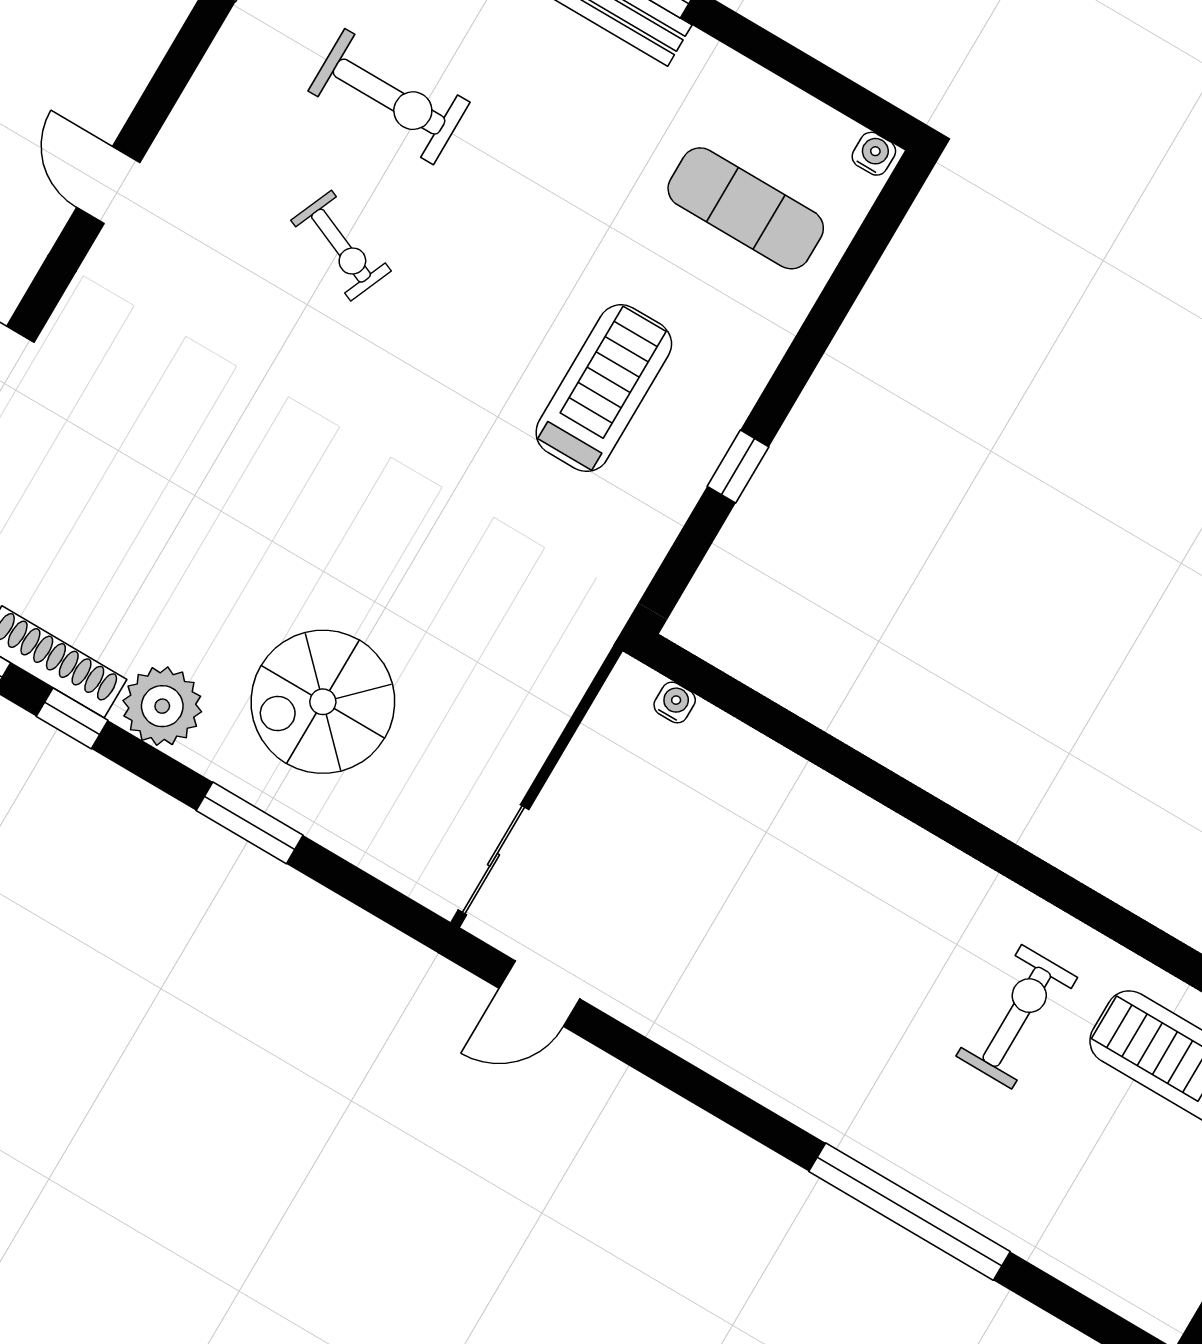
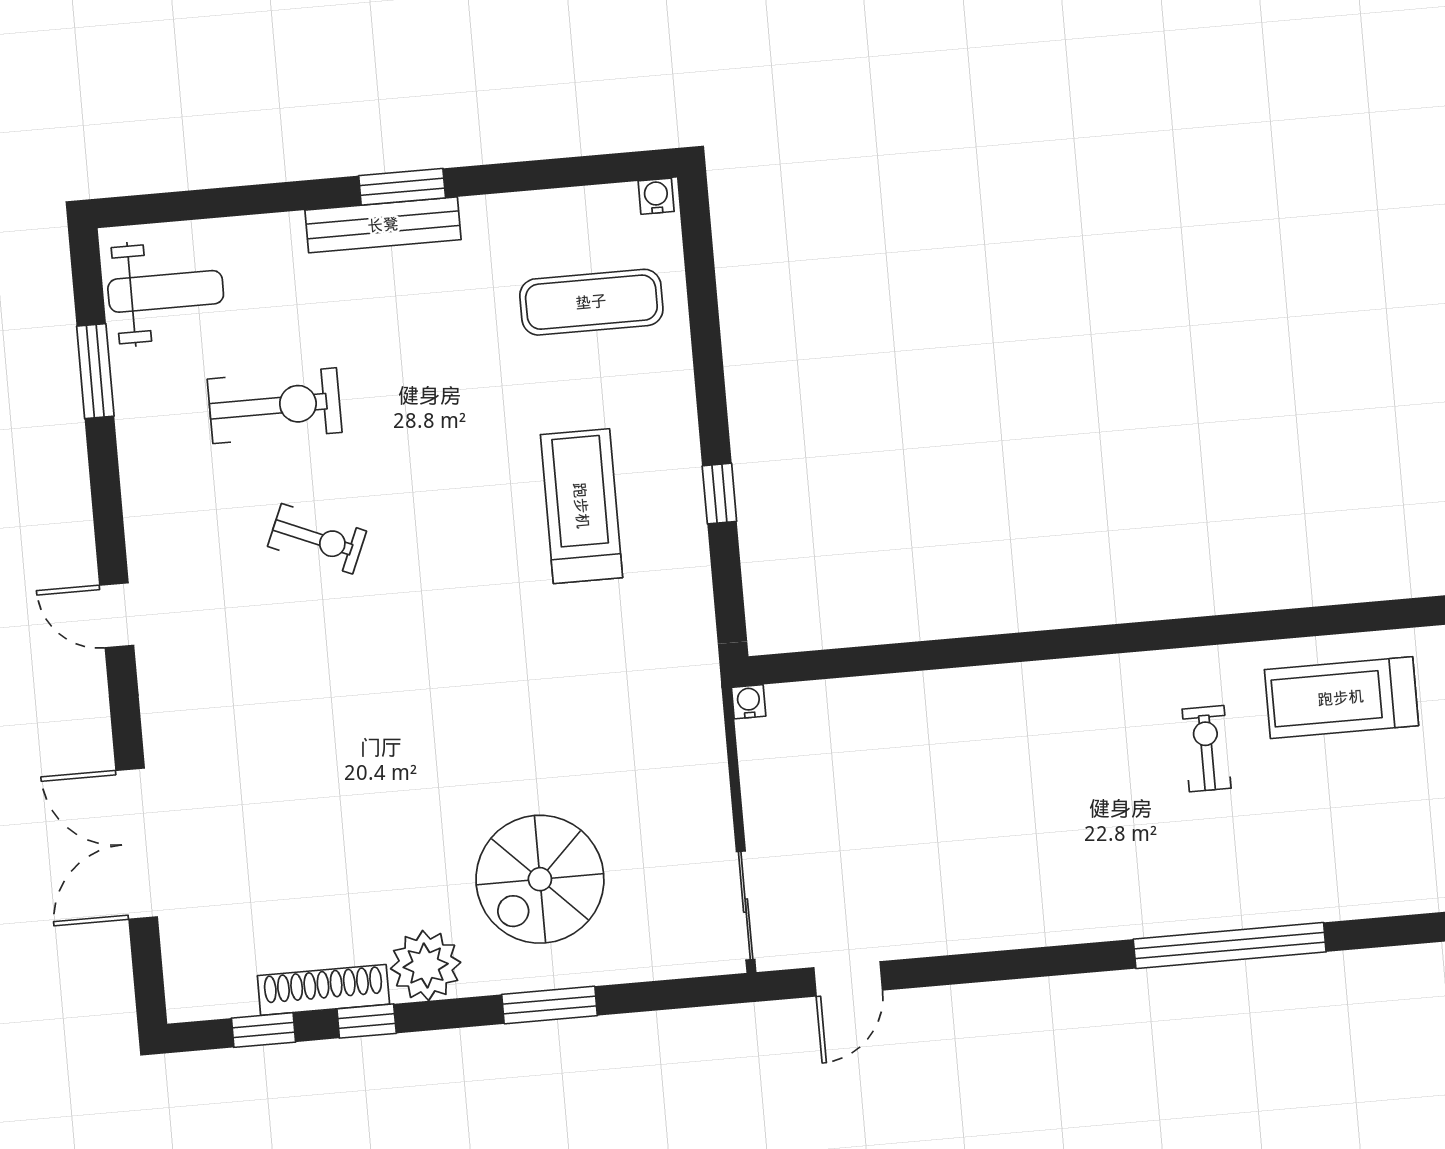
water cooler: (675, 703) -> (749, 702), moved
exercise bike: (1017, 1017) -> (1207, 749), width x0.73, depth x0.72

